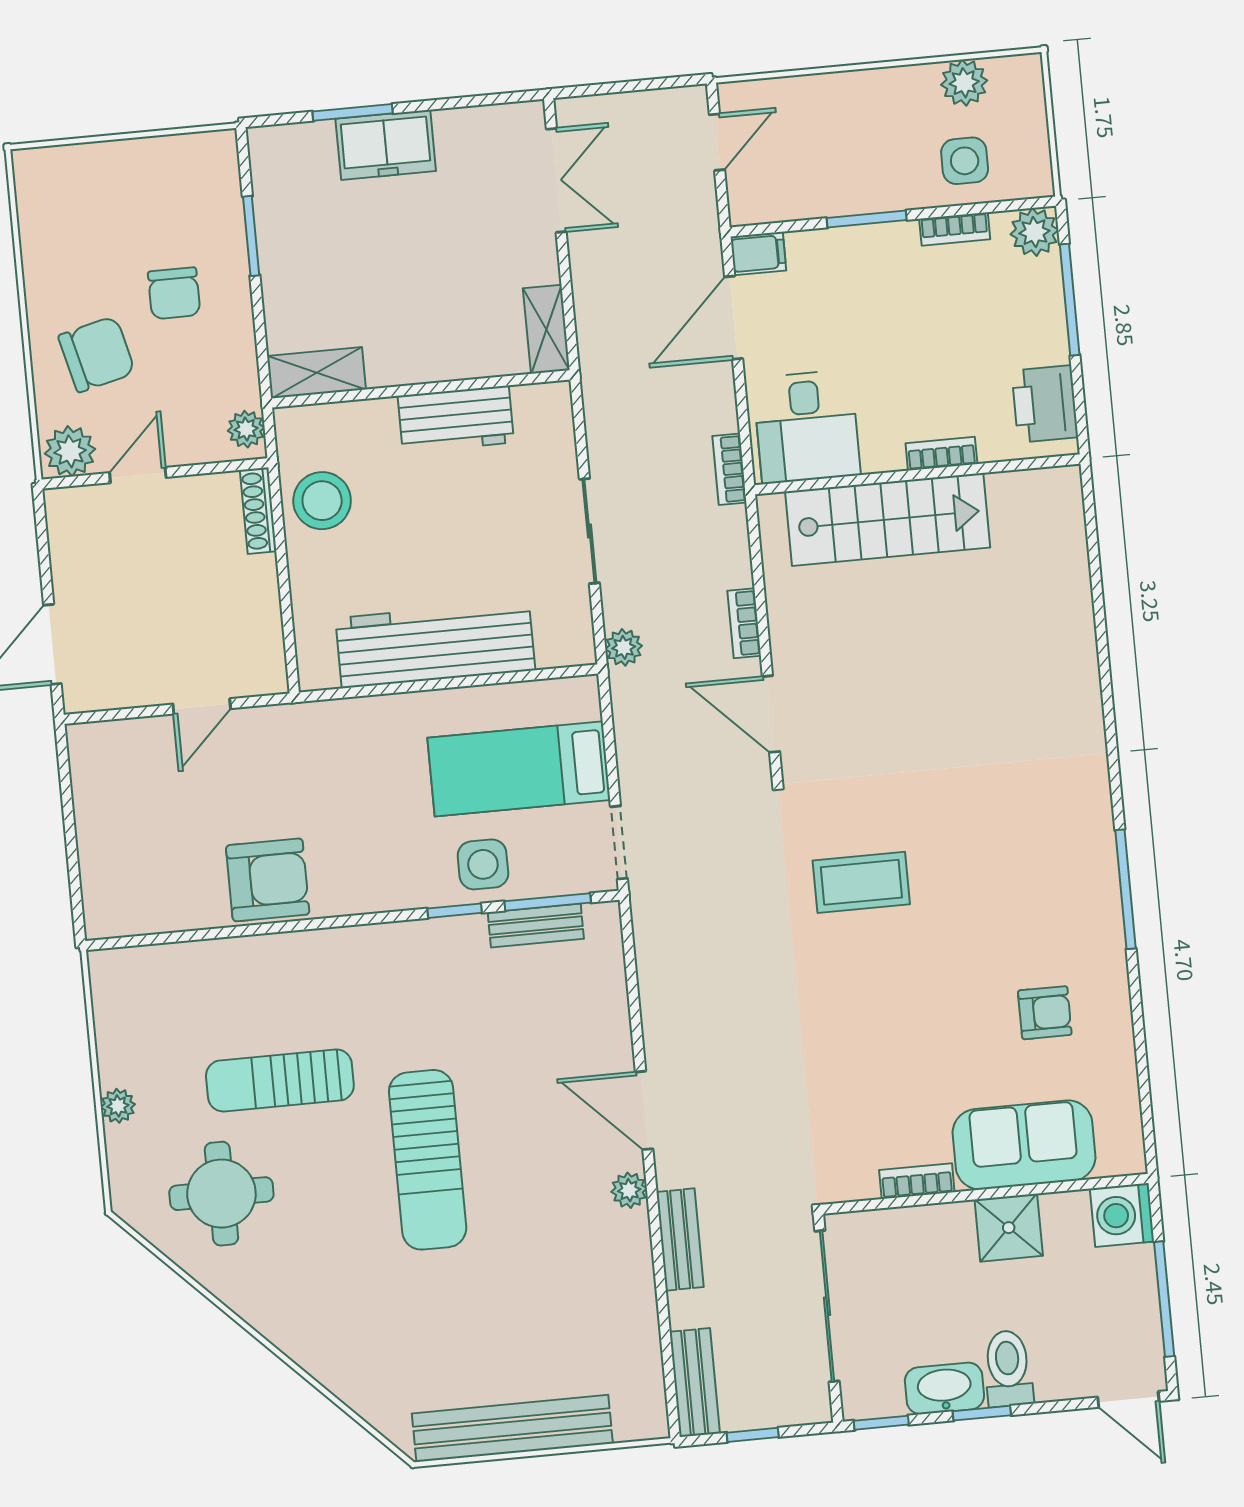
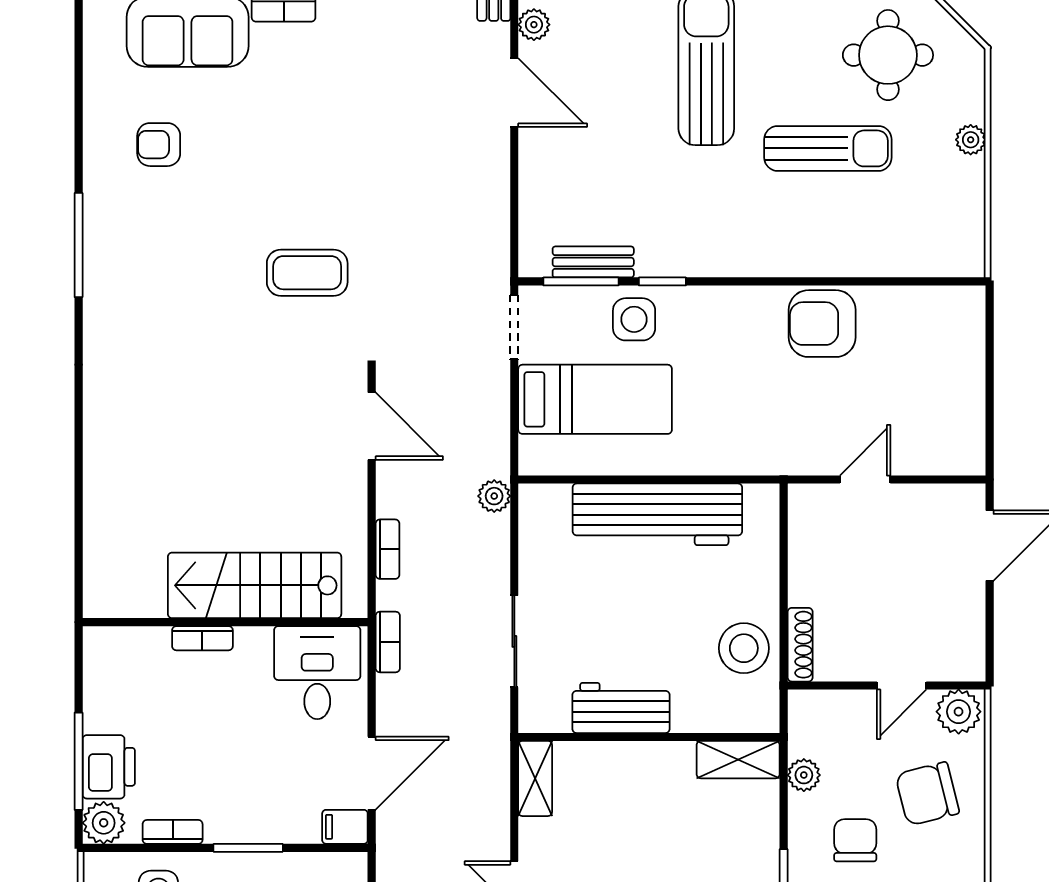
printer: (1045, 404) -> (109, 767), moved
plant: (246, 429) -> (804, 775), moved
sliding door: (589, 531) -> (514, 641), moved
bookcase: (744, 623) -> (388, 549), moved

